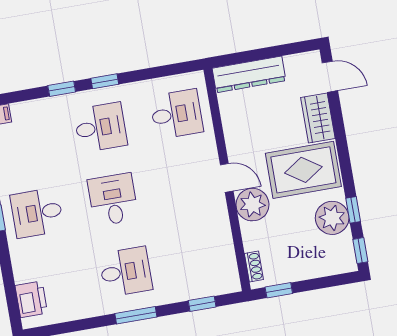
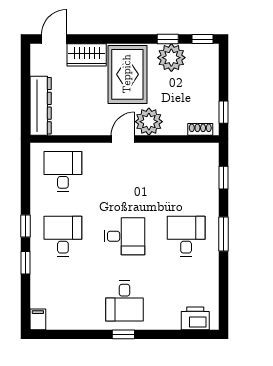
desk: (113, 200) -> (124, 236), turned 180

